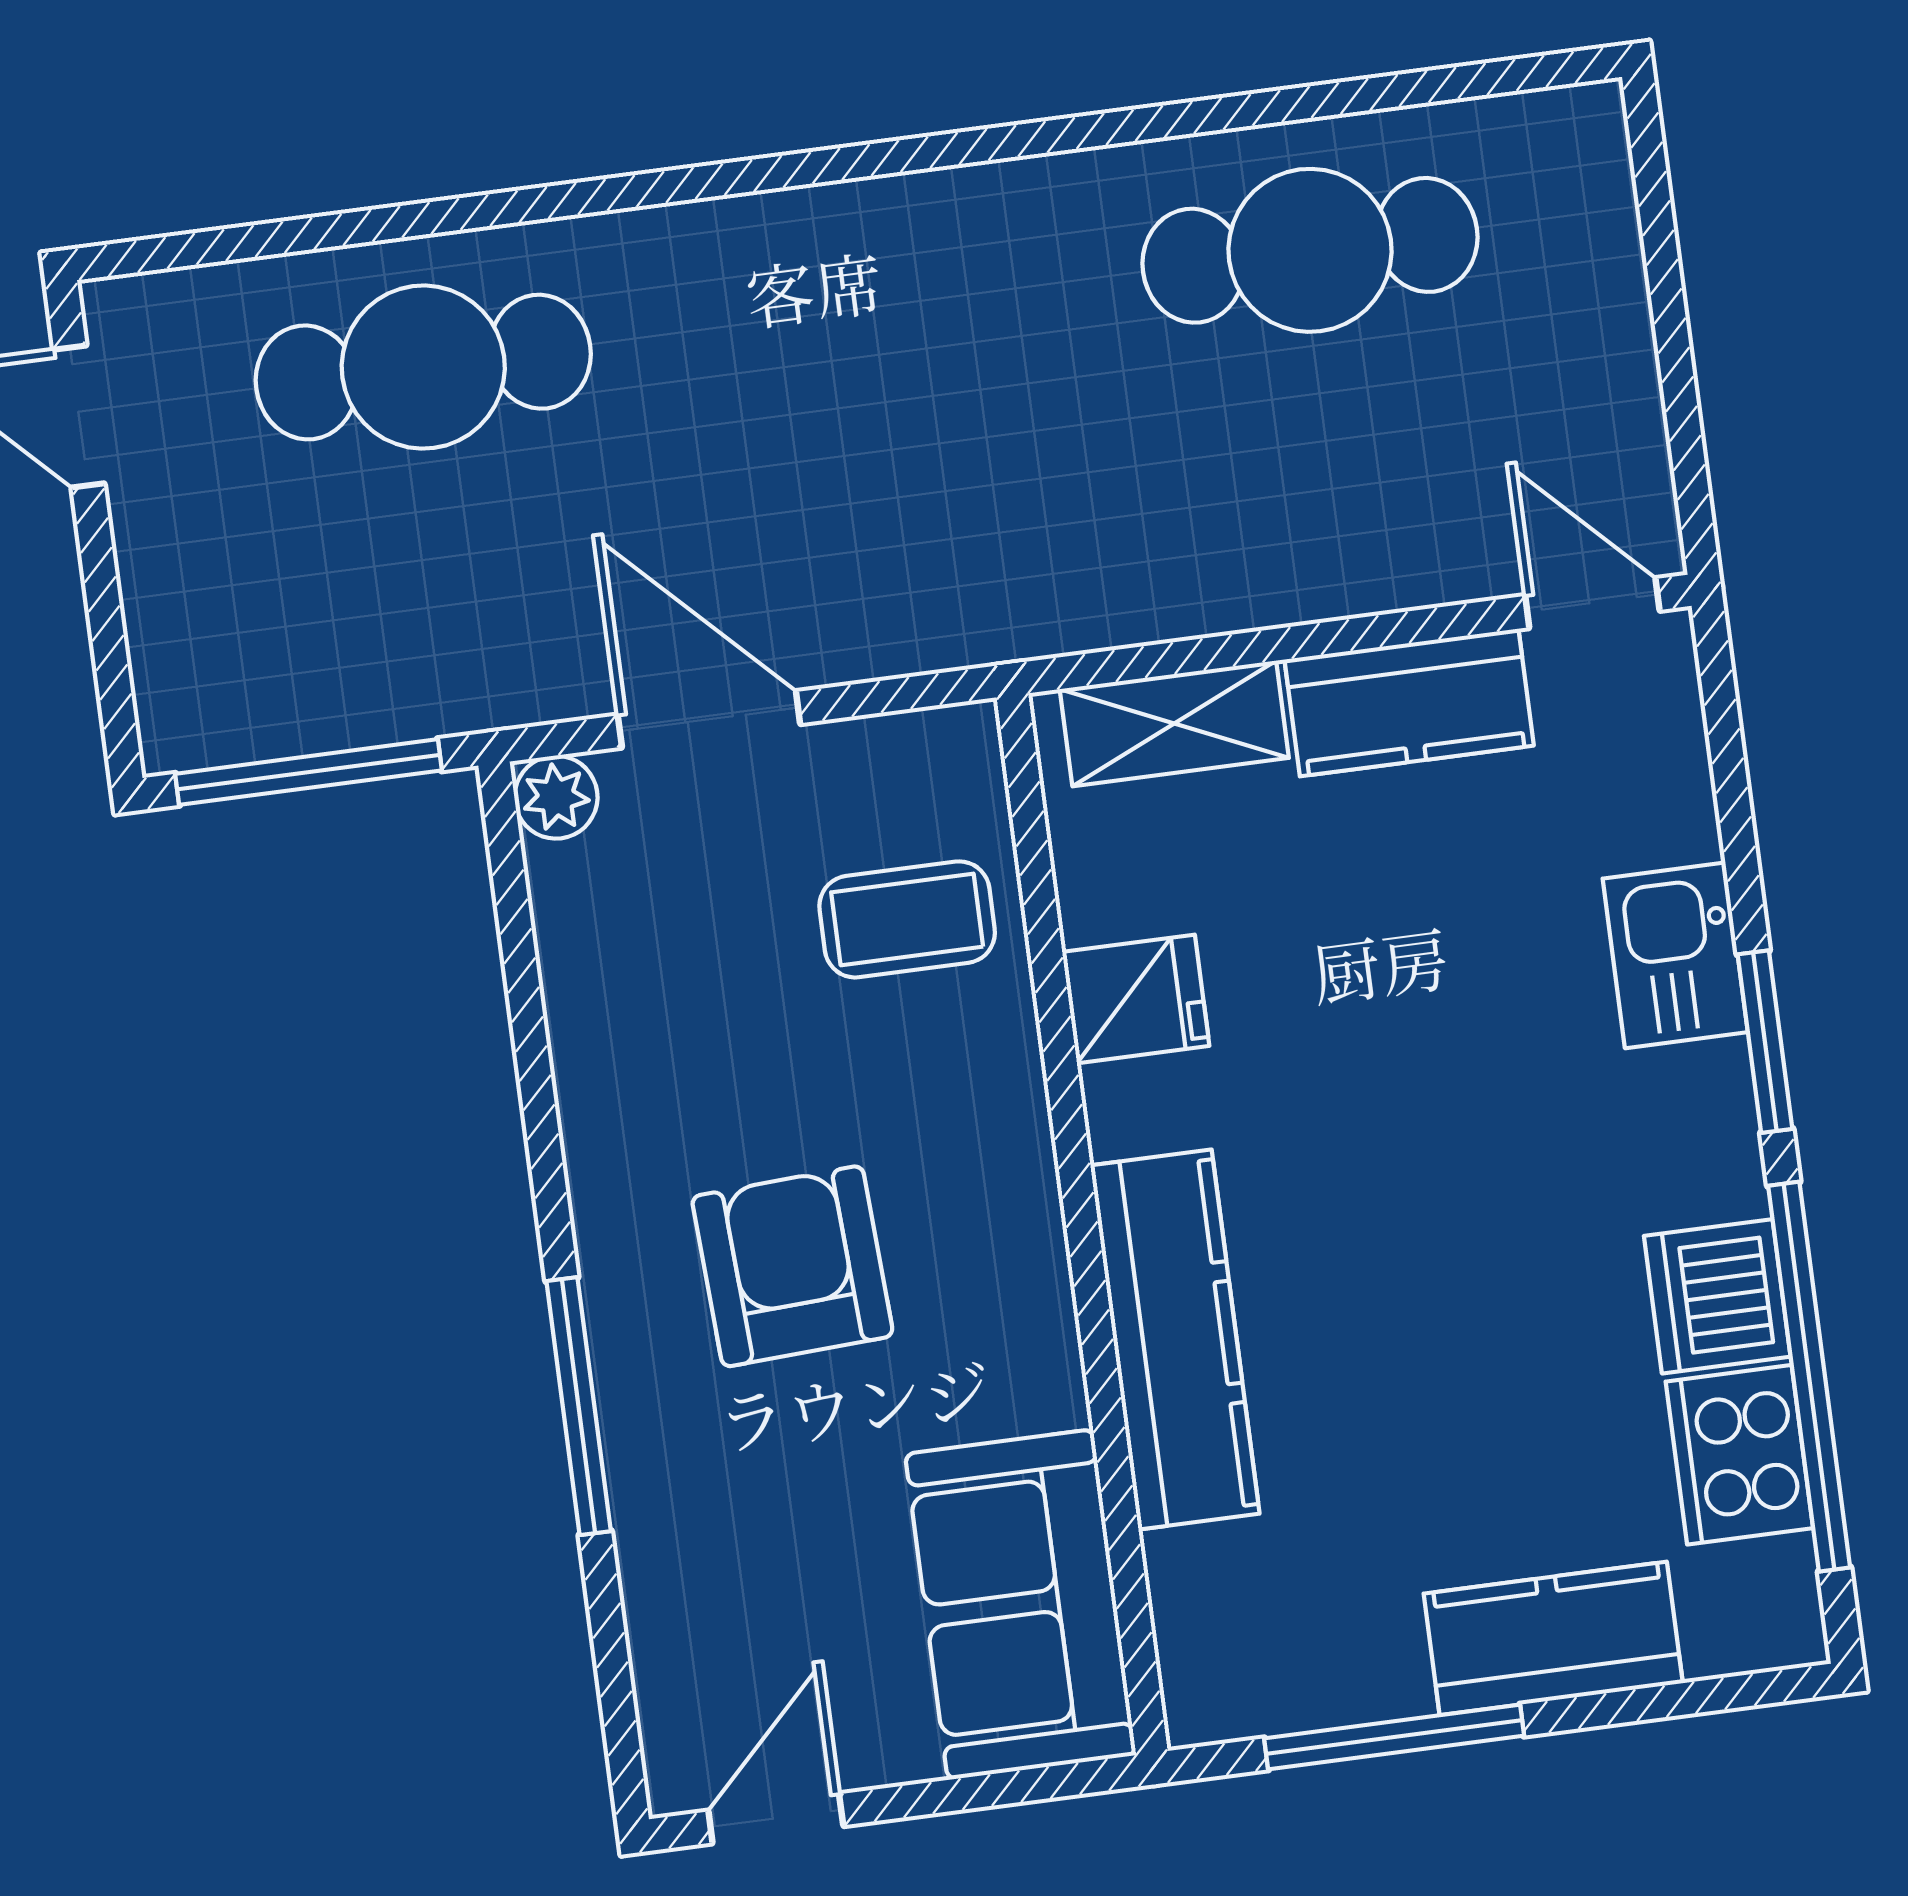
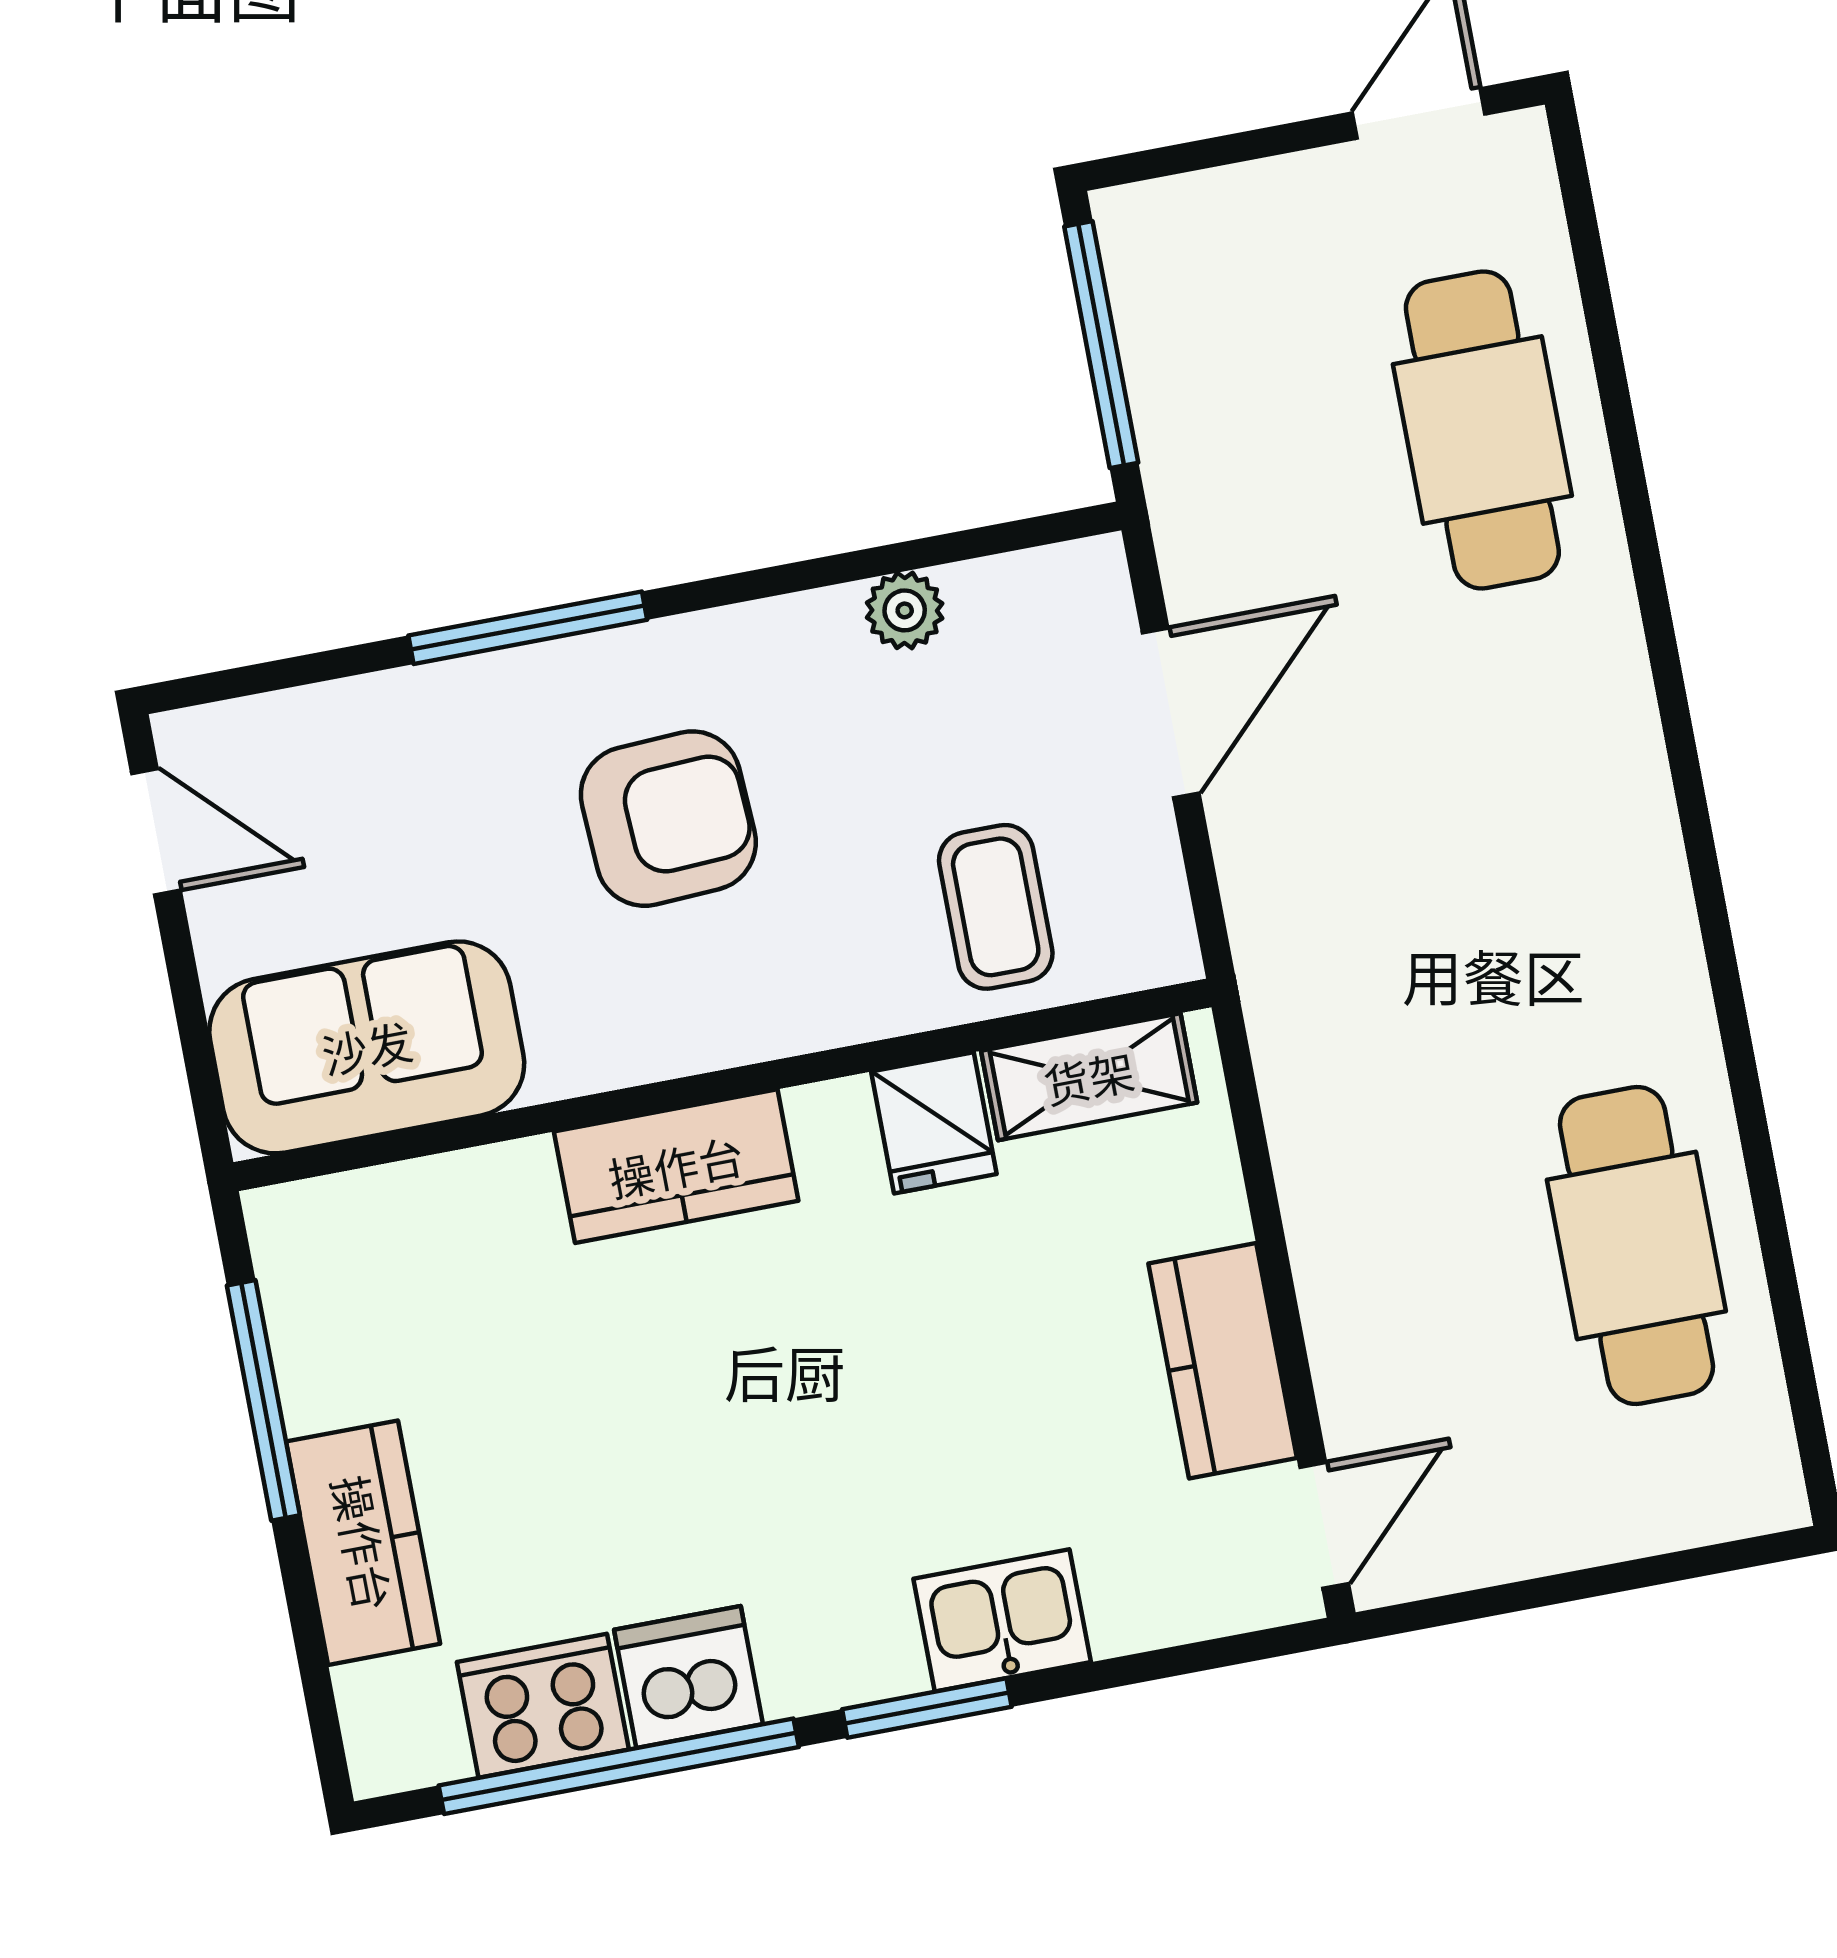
shelving: (1174, 723) -> (1089, 1077), moved, turned 90
plant: (556, 797) -> (905, 610), moved
kitchen counter: (1175, 1340) -> (676, 1166), width x0.67

